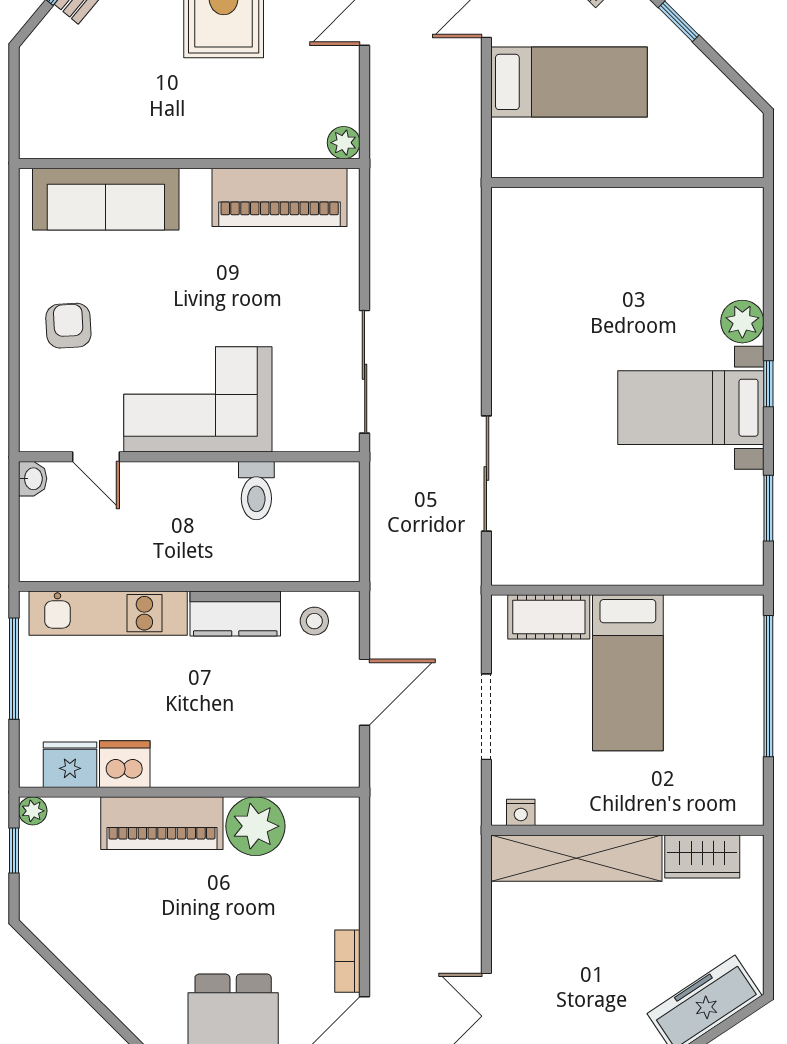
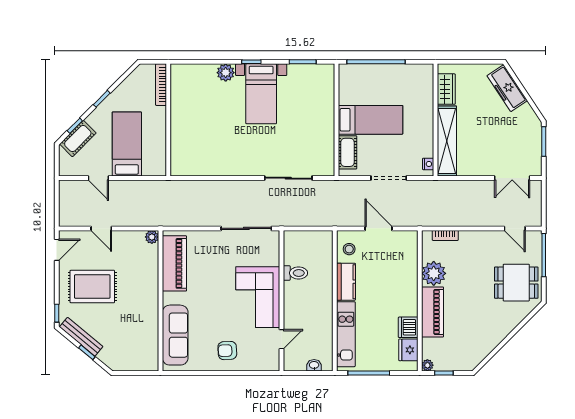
bookcase: (713, 165) -> (161, 85), added
washbasin: (33, 479) -> (314, 365), moved
bookcase: (347, 961) -> (445, 235), moved

